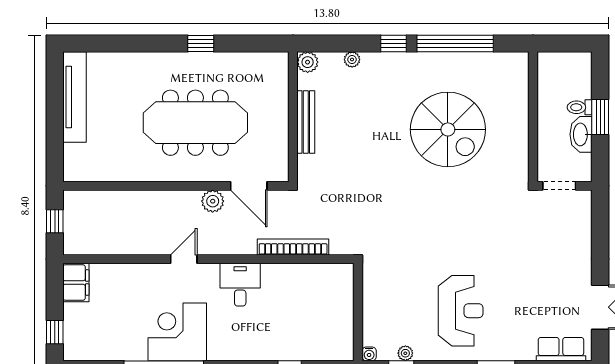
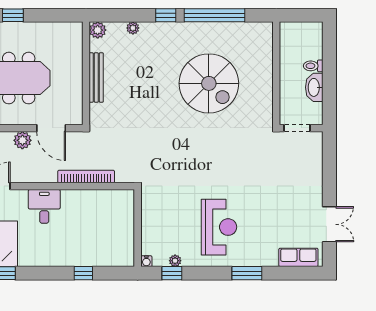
window: (600, 117) -> (329, 74), removed

